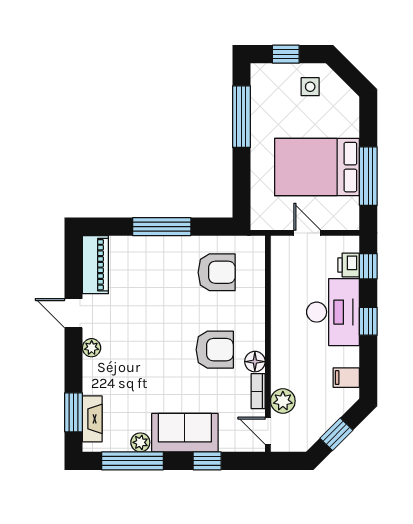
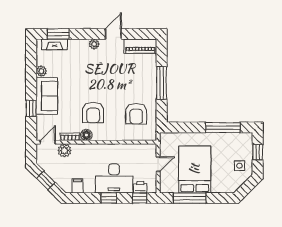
window: (132, 461) -> (31, 67), removed

